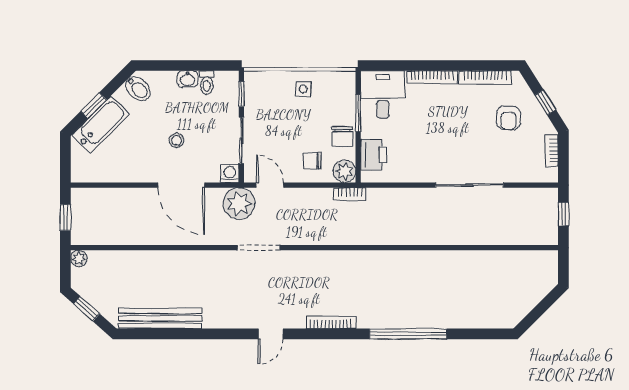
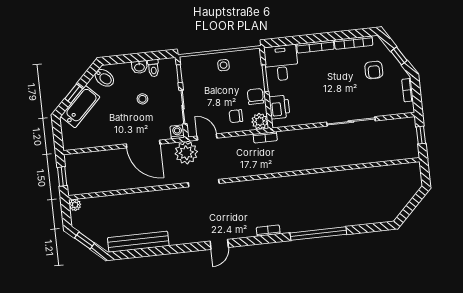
chair: (342, 137) -> (255, 96), turned 180
stool: (177, 140) -> (142, 99), moved
bookcase: (331, 322) -> (268, 231), width x0.64

